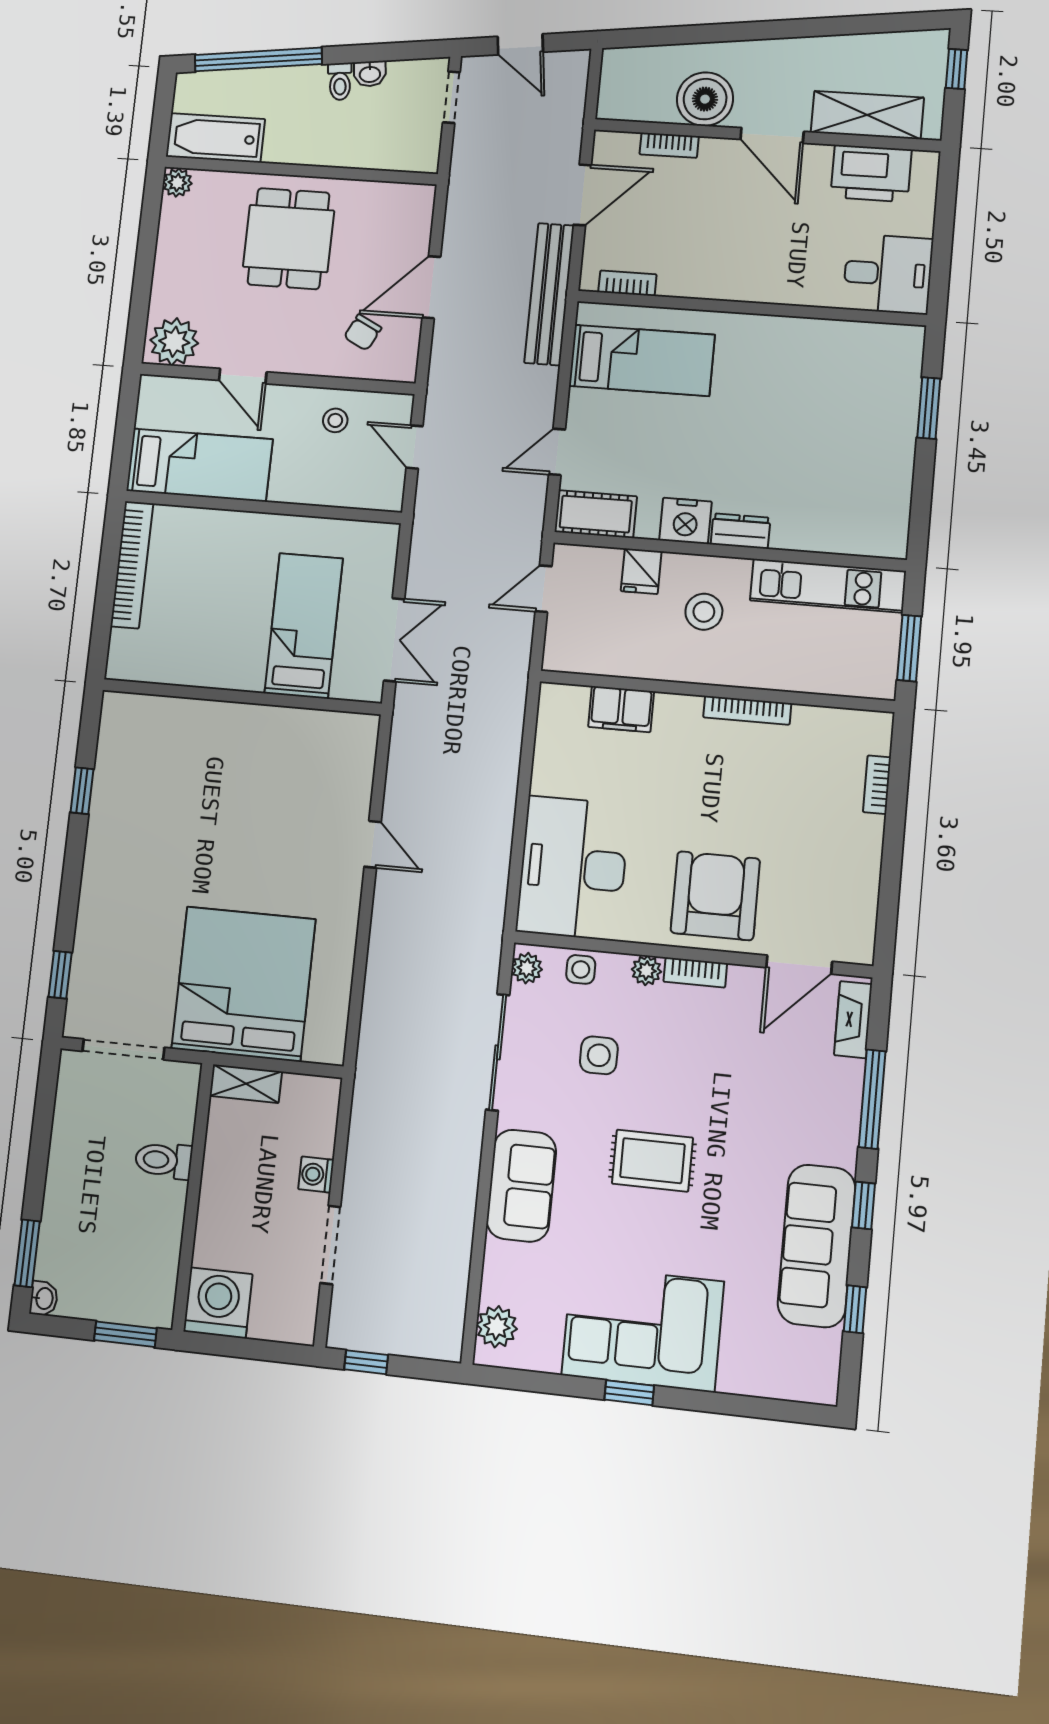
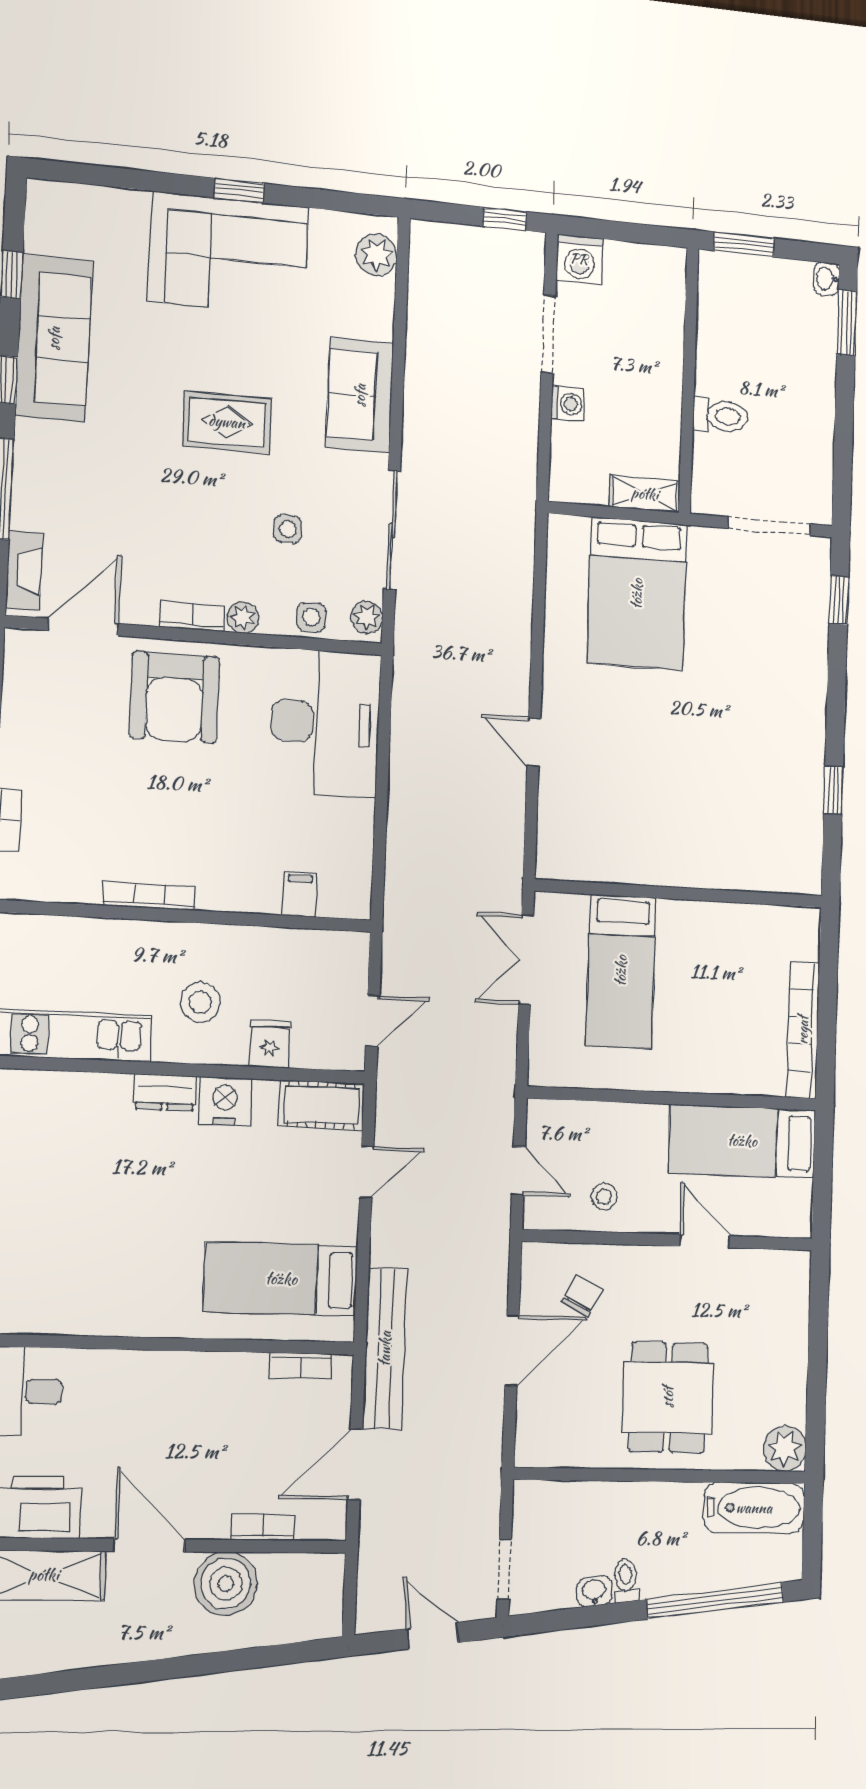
plant: (177, 183) -> (785, 1448), width x1.38, depth x1.38
plant: (174, 342) -> (779, 1276), removed
filing cabinet: (621, 709) -> (300, 894), width x0.50
bed: (244, 984) -> (637, 594), width x0.73
side table: (599, 1055) -> (288, 529), width x0.73, depth x0.73
washing machine: (218, 1303) -> (579, 259), moved, width x0.73, depth x0.73

